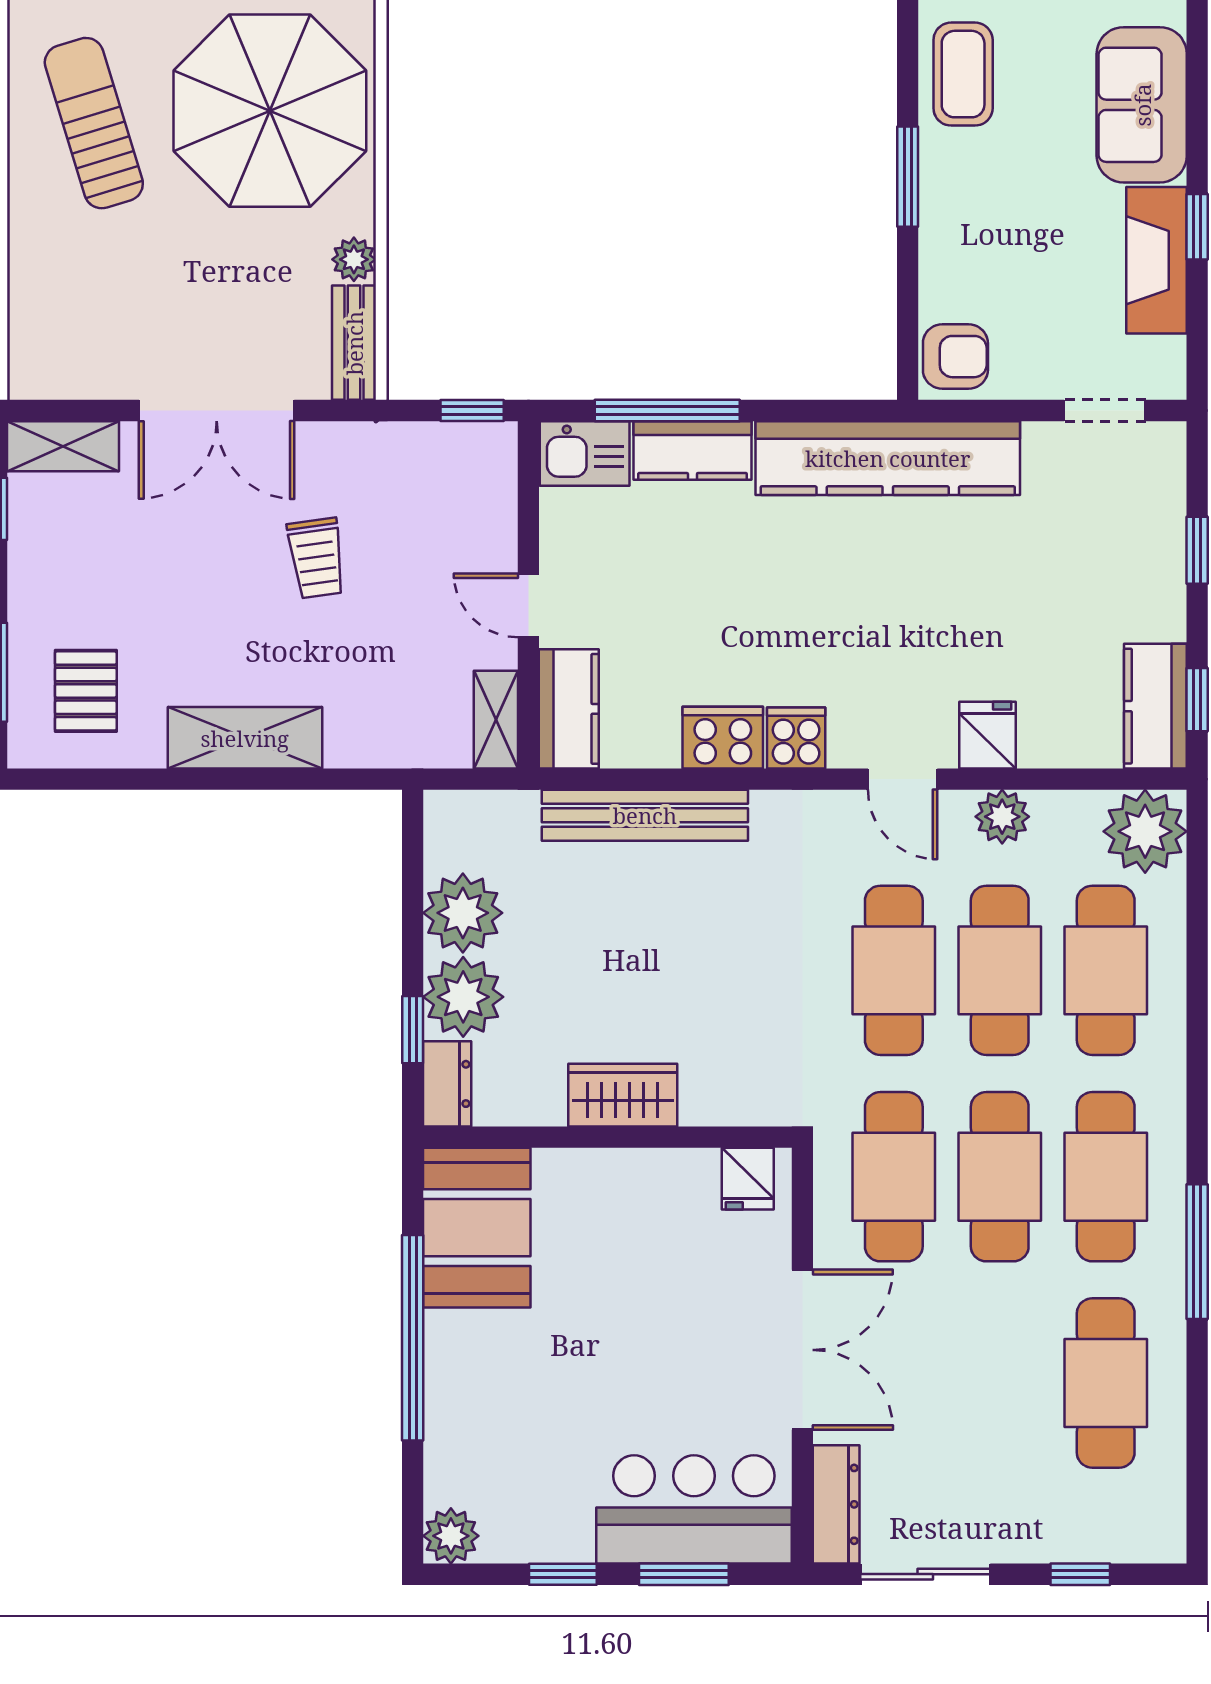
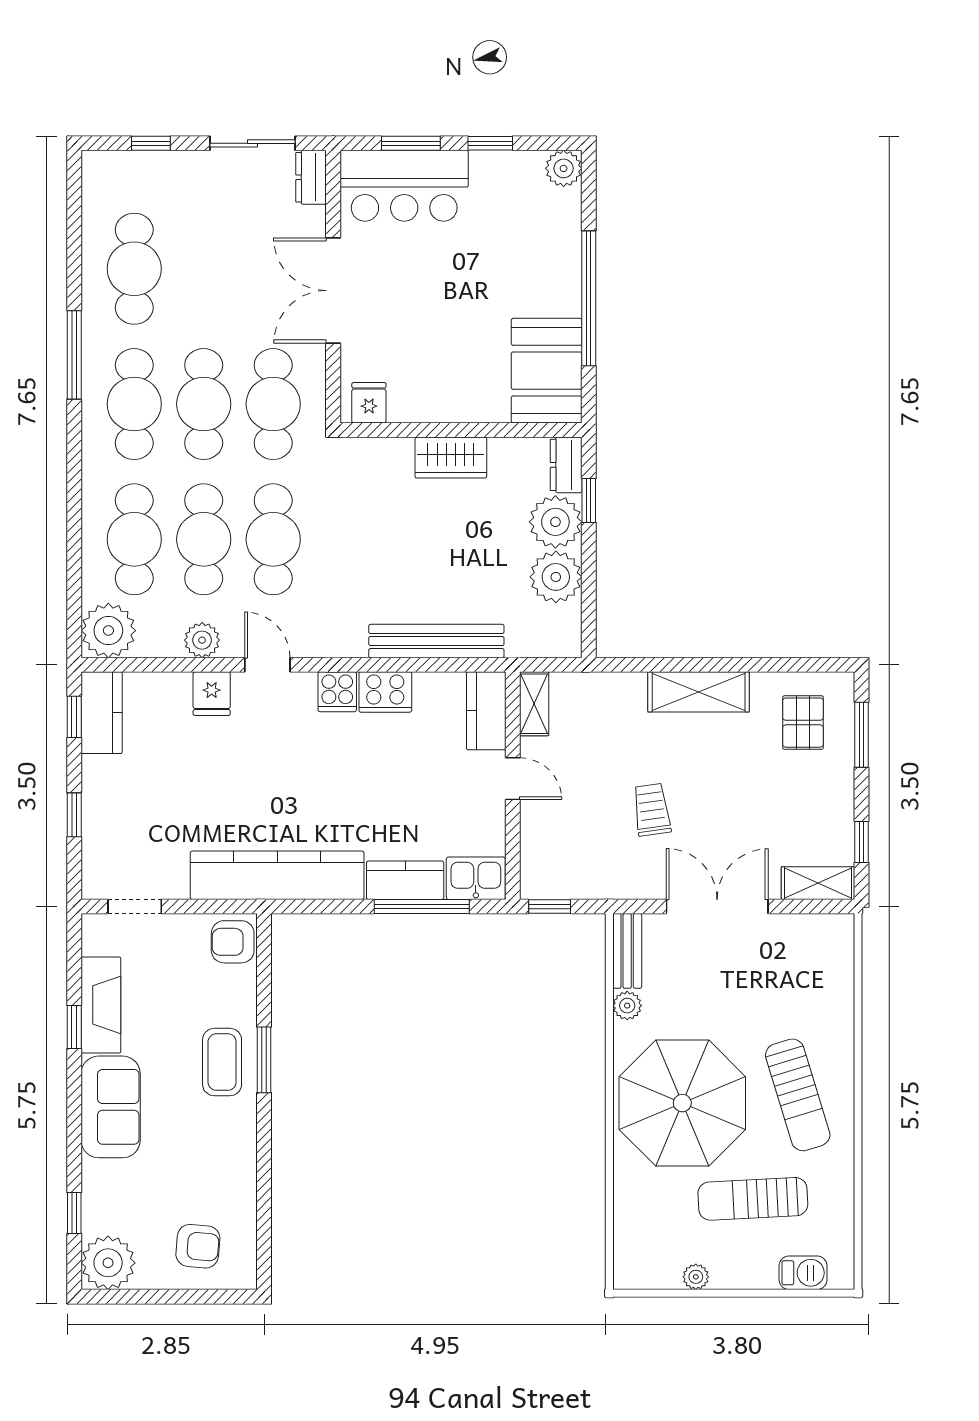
coffee table: (963, 74) -> (222, 1062), moved
dresser: (836, 1504) -> (311, 177), width x0.70

